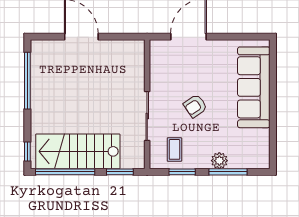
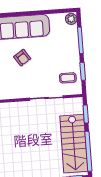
armchair: (195, 106) -> (22, 58), moved
plant: (219, 161) -> (71, 19), moved

